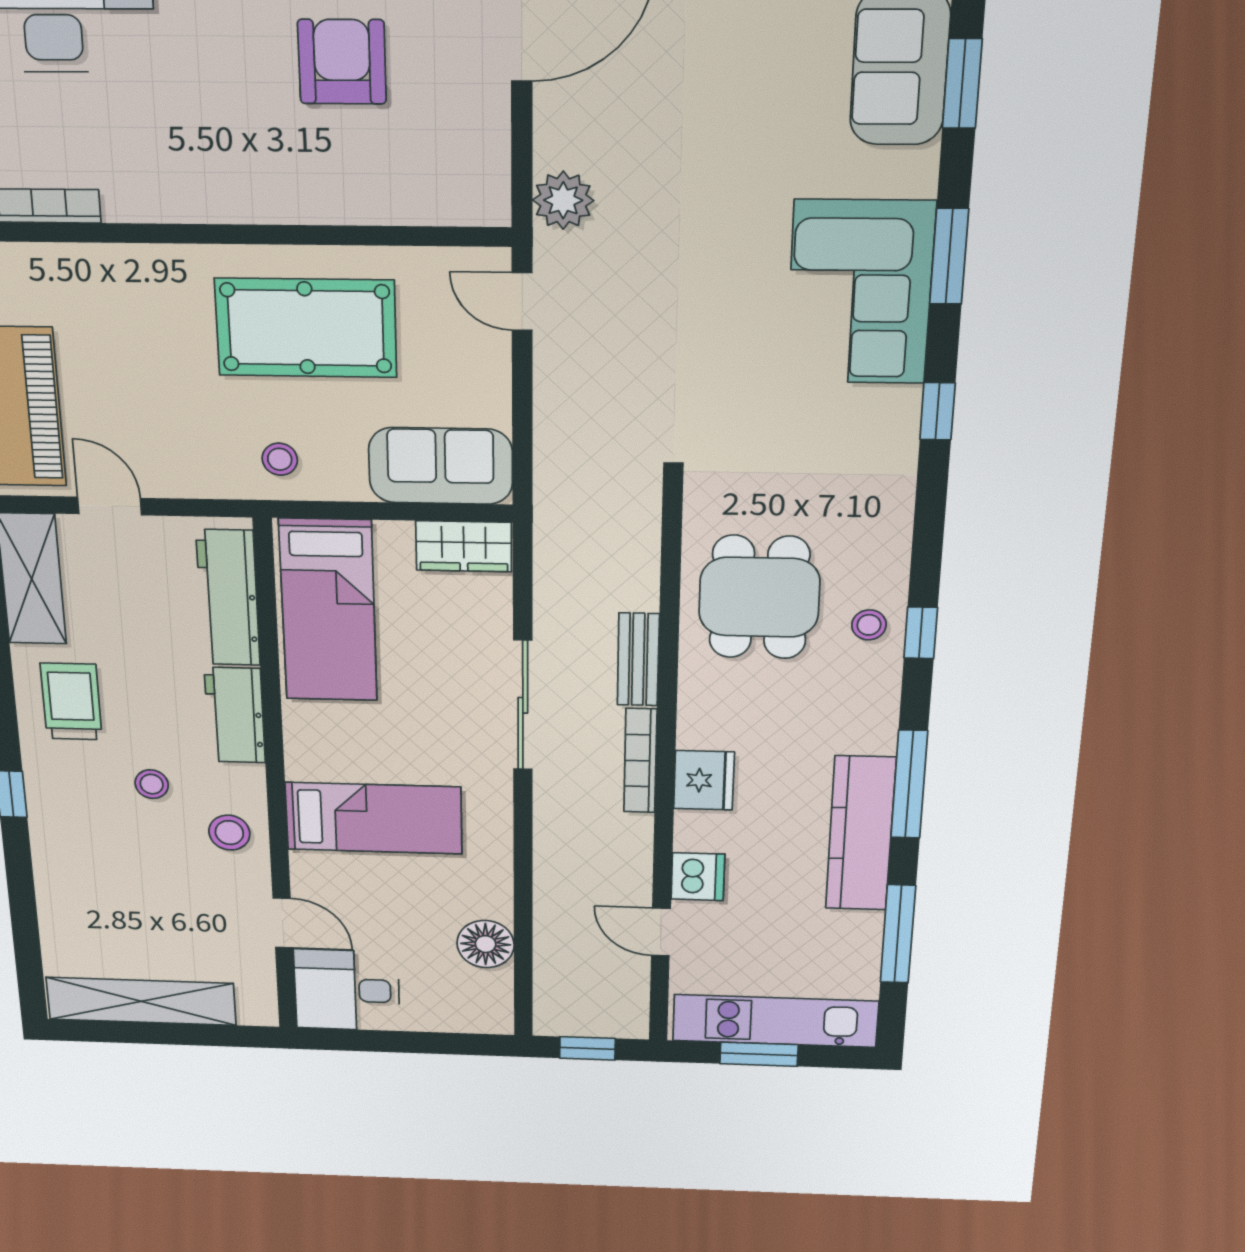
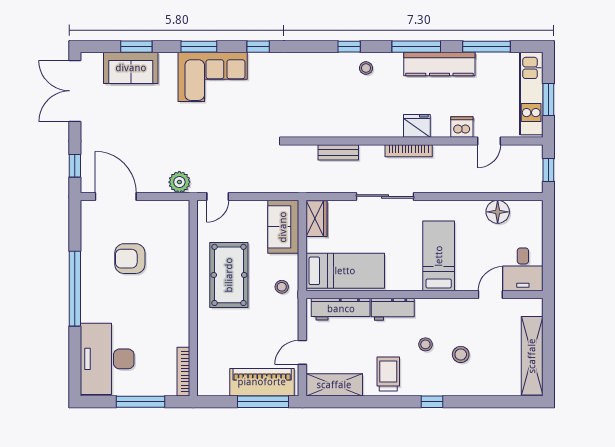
dining table: (759, 597) -> (336, 108), removed
stool: (869, 625) -> (366, 68), moved
bench: (638, 659) -> (338, 152), moved
trolley: (71, 702) -> (388, 374), turned 90
stool: (229, 833) -> (461, 354), moved

